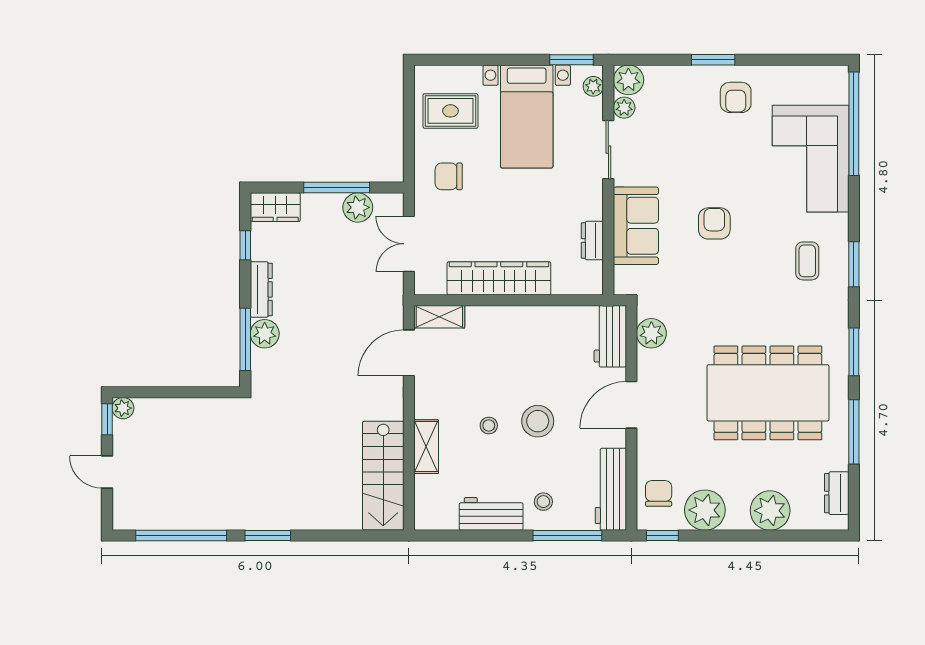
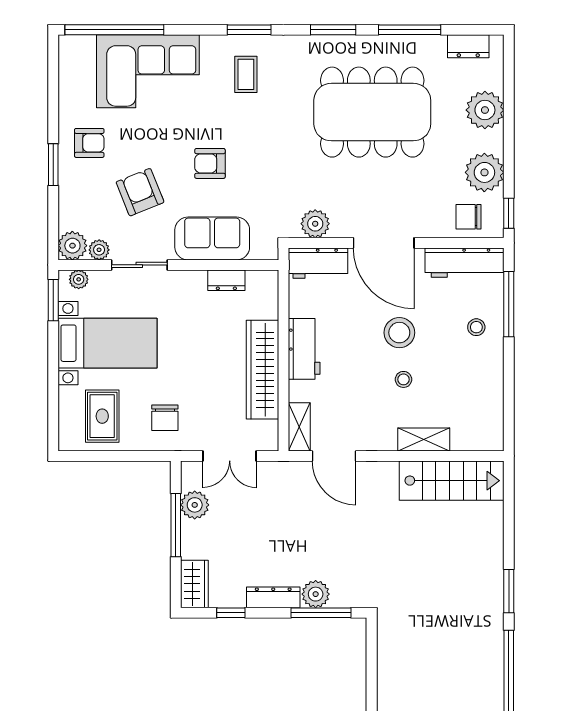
armchair: (684, 150) -> (140, 192), added
coffee table: (807, 261) -> (246, 74), turned 90
dining table: (768, 393) -> (372, 112), turned 90
door: (631, 405) -> (384, 243), width x1.36
workbench: (491, 514) -> (304, 349), moved, turned 180

